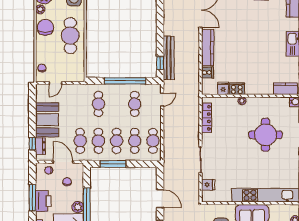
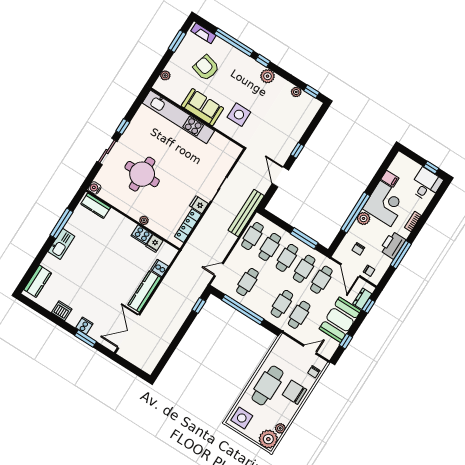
chair: (45, 27) -> (294, 392), moved, turned 90
bench: (169, 58) -> (246, 213), moved
cafe table: (80, 104) -> (299, 315), added
window: (32, 106) -> (346, 341), added
fridge: (208, 185) -> (199, 205), moved

